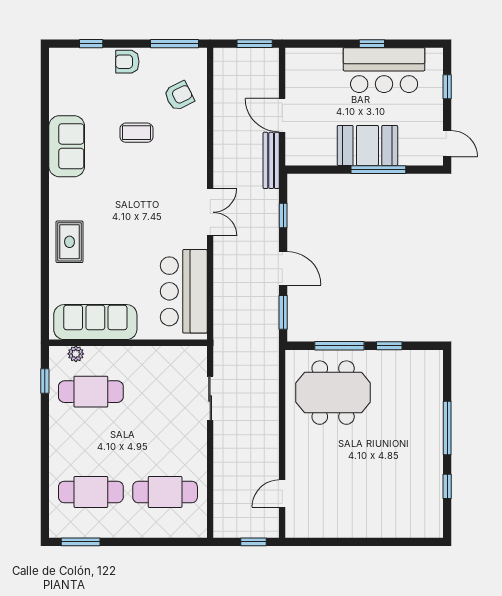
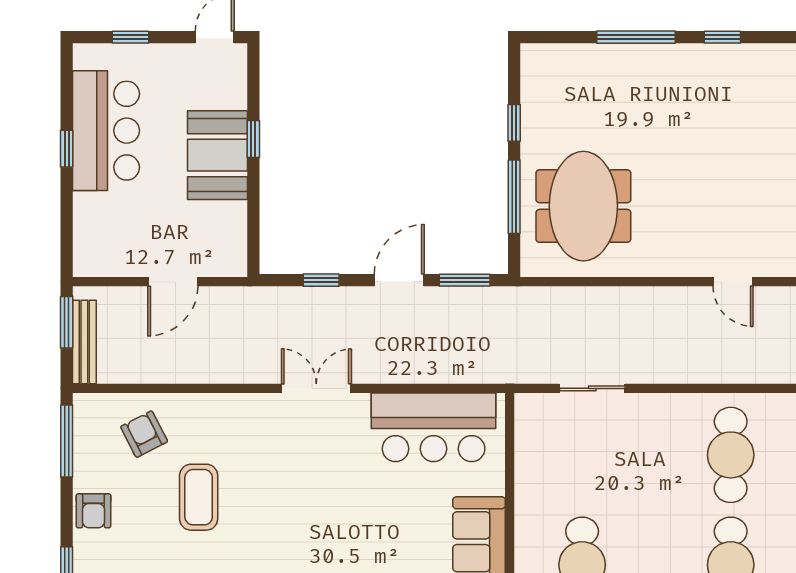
coffee table: (136, 133) -> (199, 497), width x1.36, depth x1.30
bench: (271, 160) -> (84, 342), moved, turned 90
window: (378, 170) -> (253, 139), width x0.46

